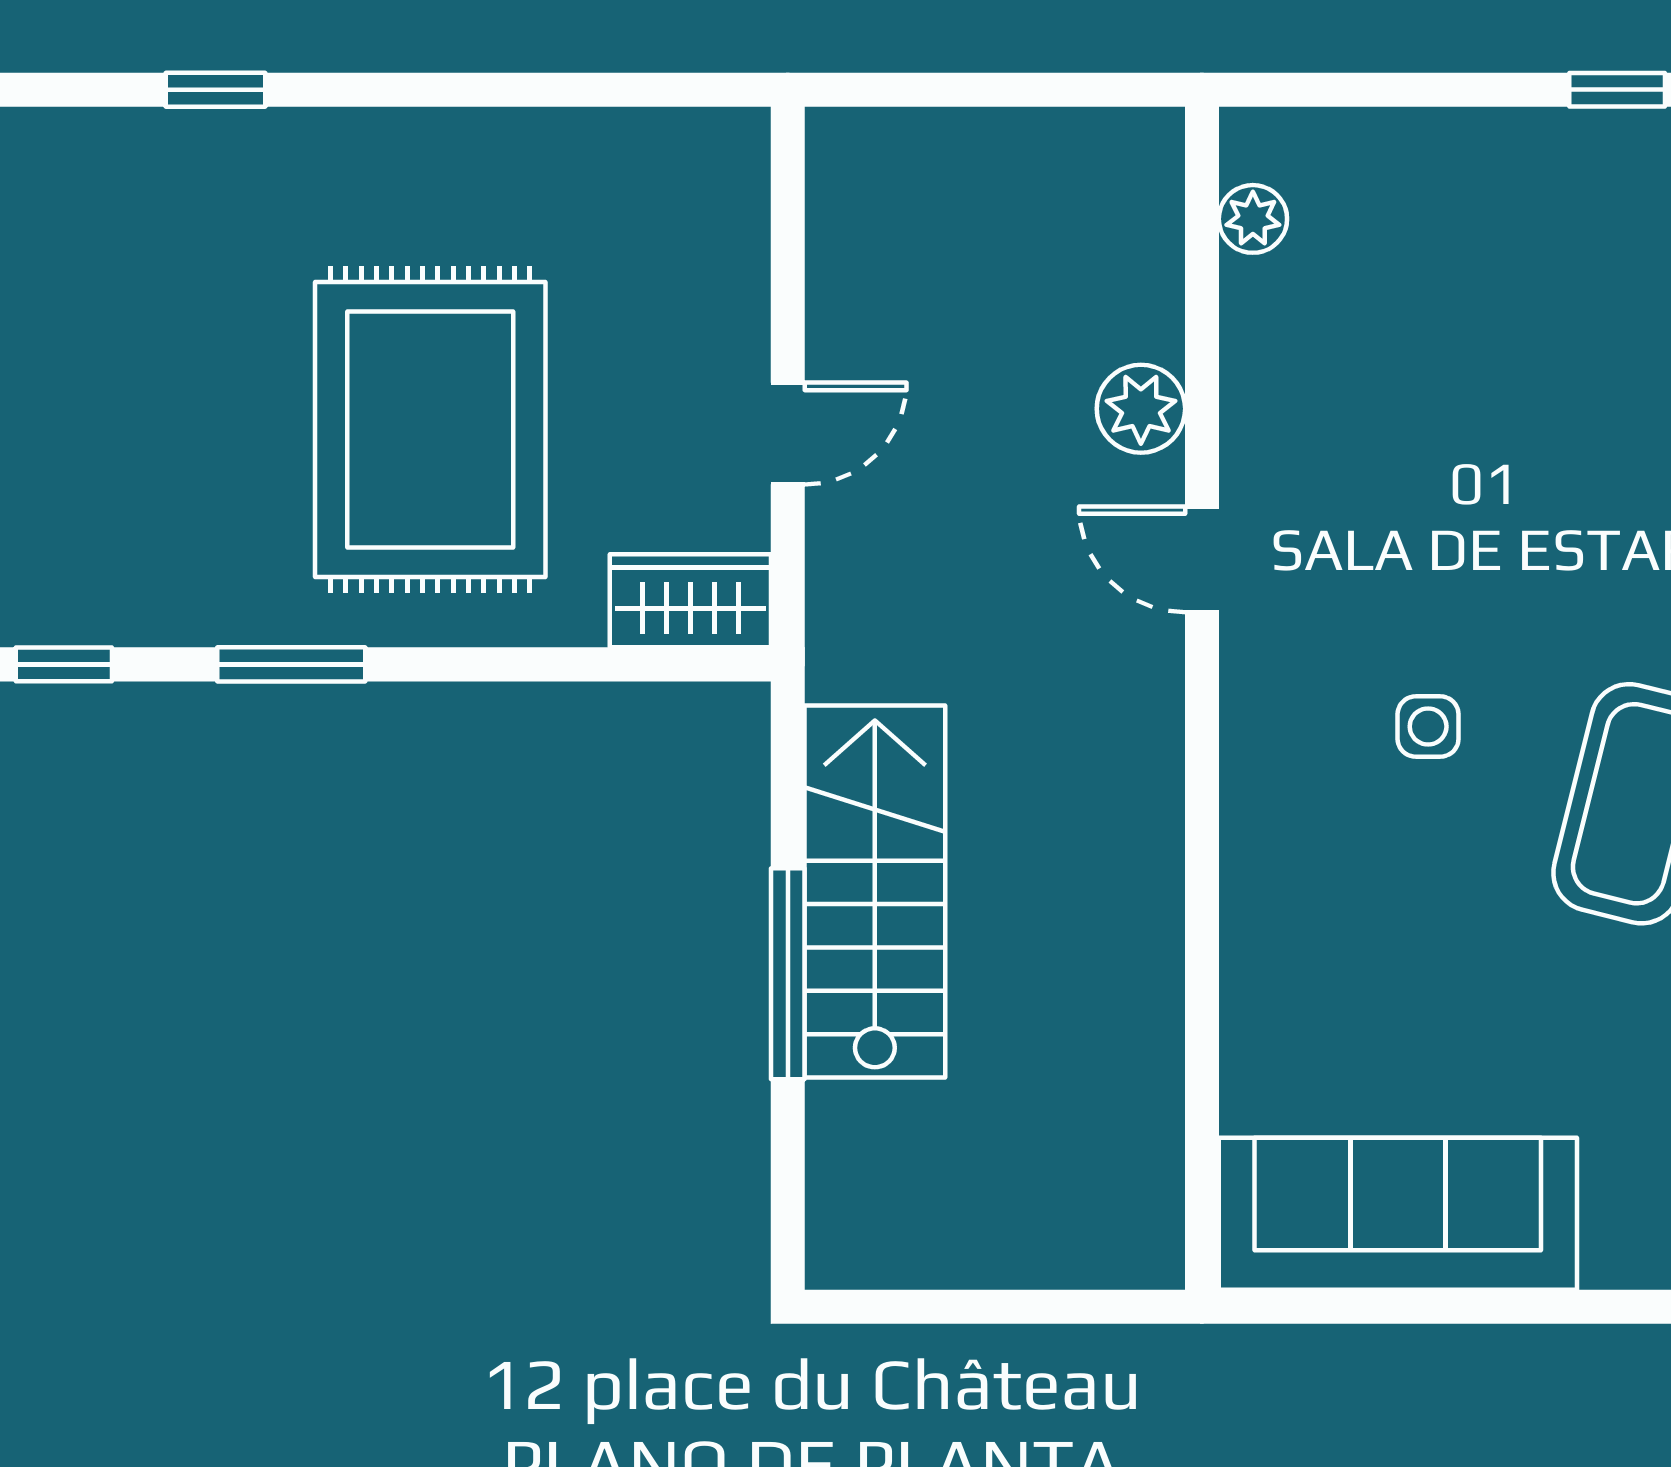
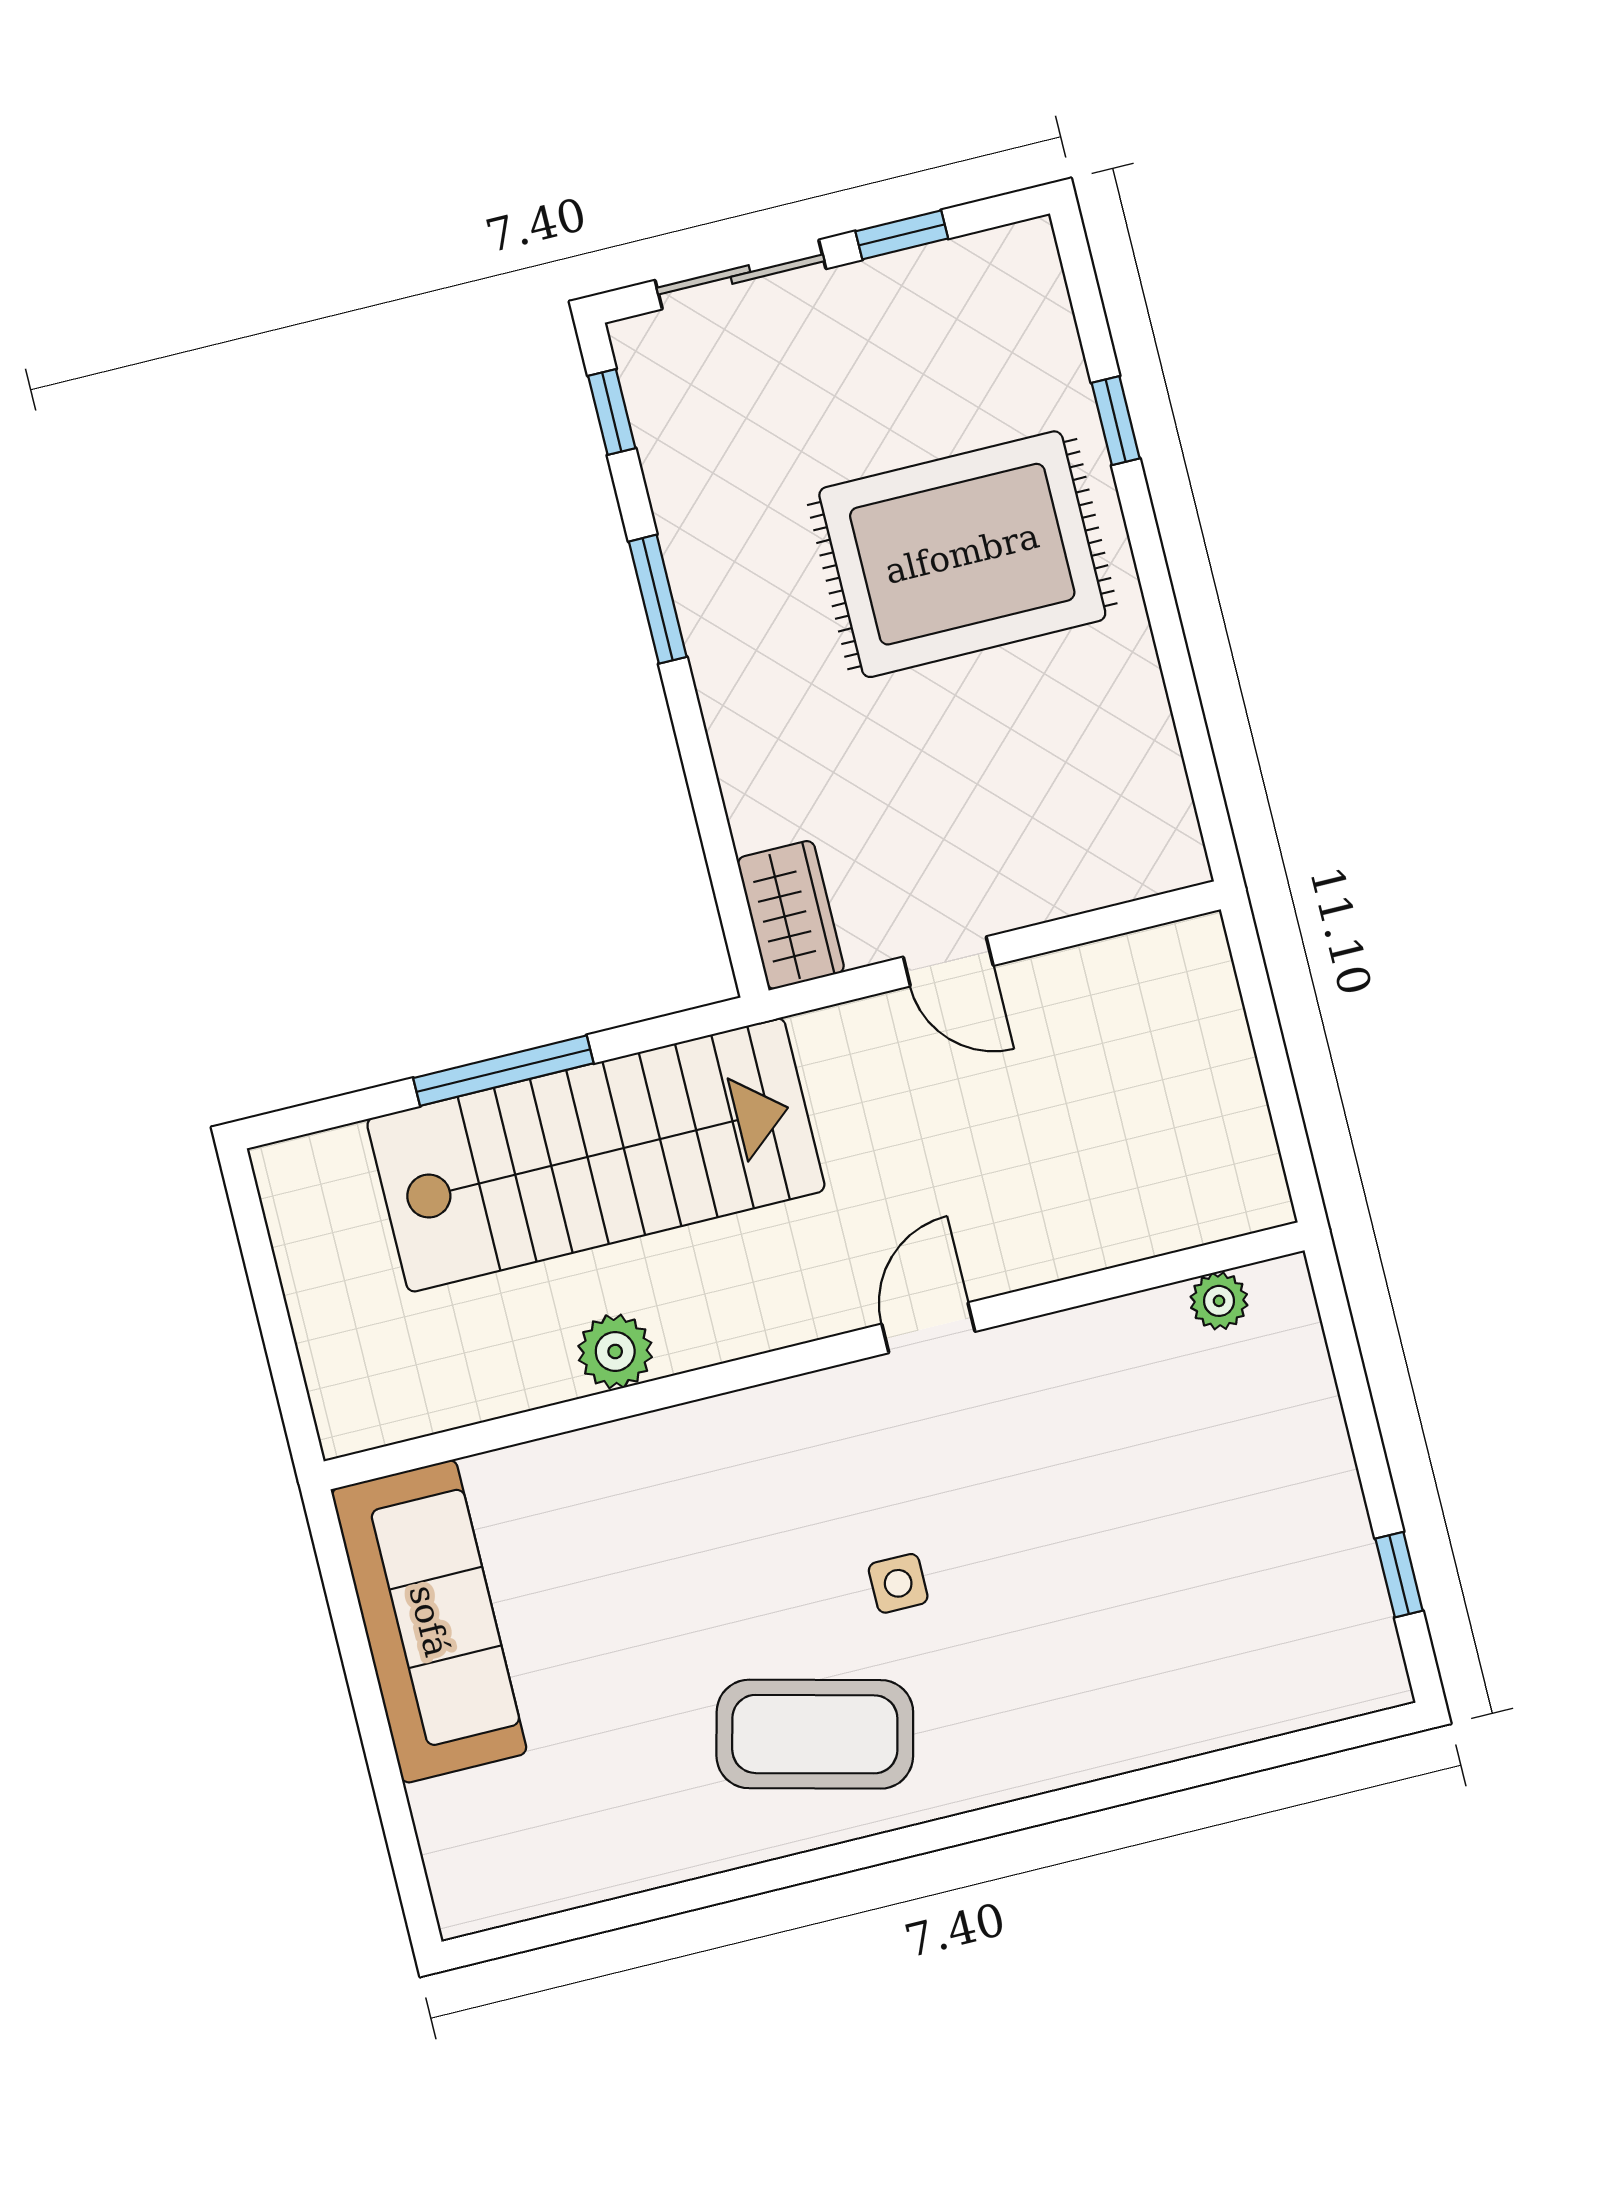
plant: (1141, 409) -> (615, 1351), moved
rug: (430, 429) -> (962, 554), moved
side table: (1428, 727) -> (898, 1583), moved
stairs: (875, 892) -> (596, 1155), width x1.36, depth x1.51

